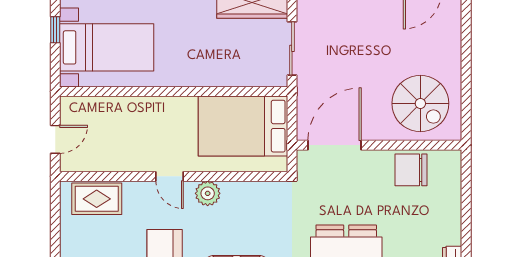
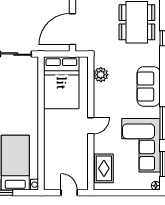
door: (335, 145) -> (72, 29), hinge flipped
plant: (208, 193) -> (101, 75), moved

